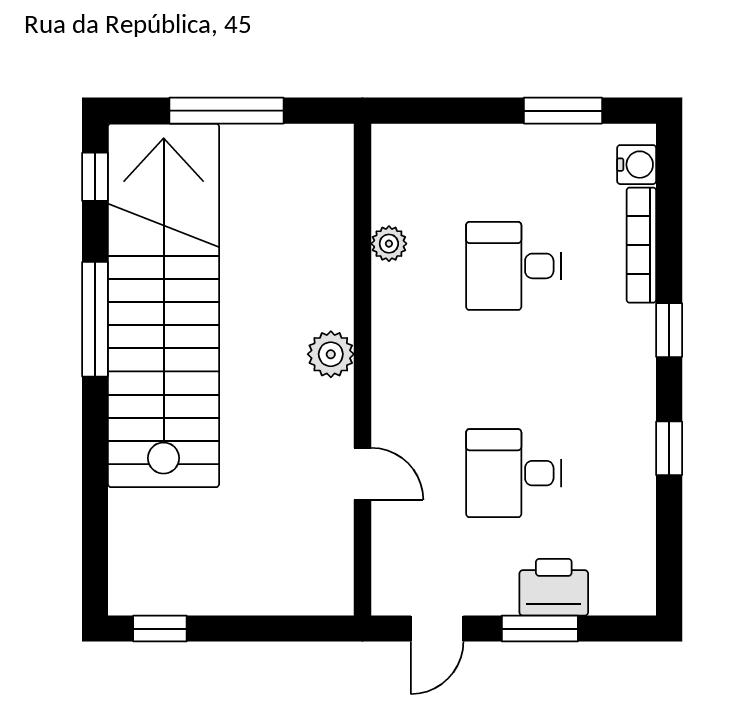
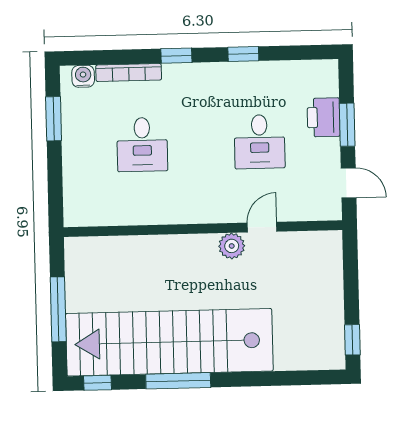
plant: (389, 244) -> (131, 215), removed
plant: (331, 354) -> (232, 246), moved

